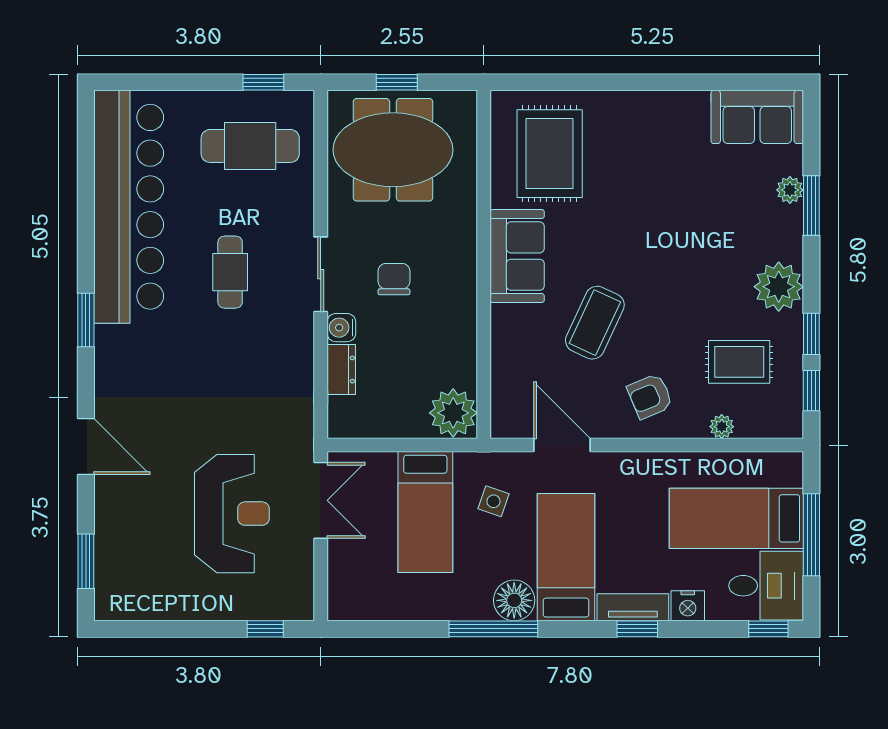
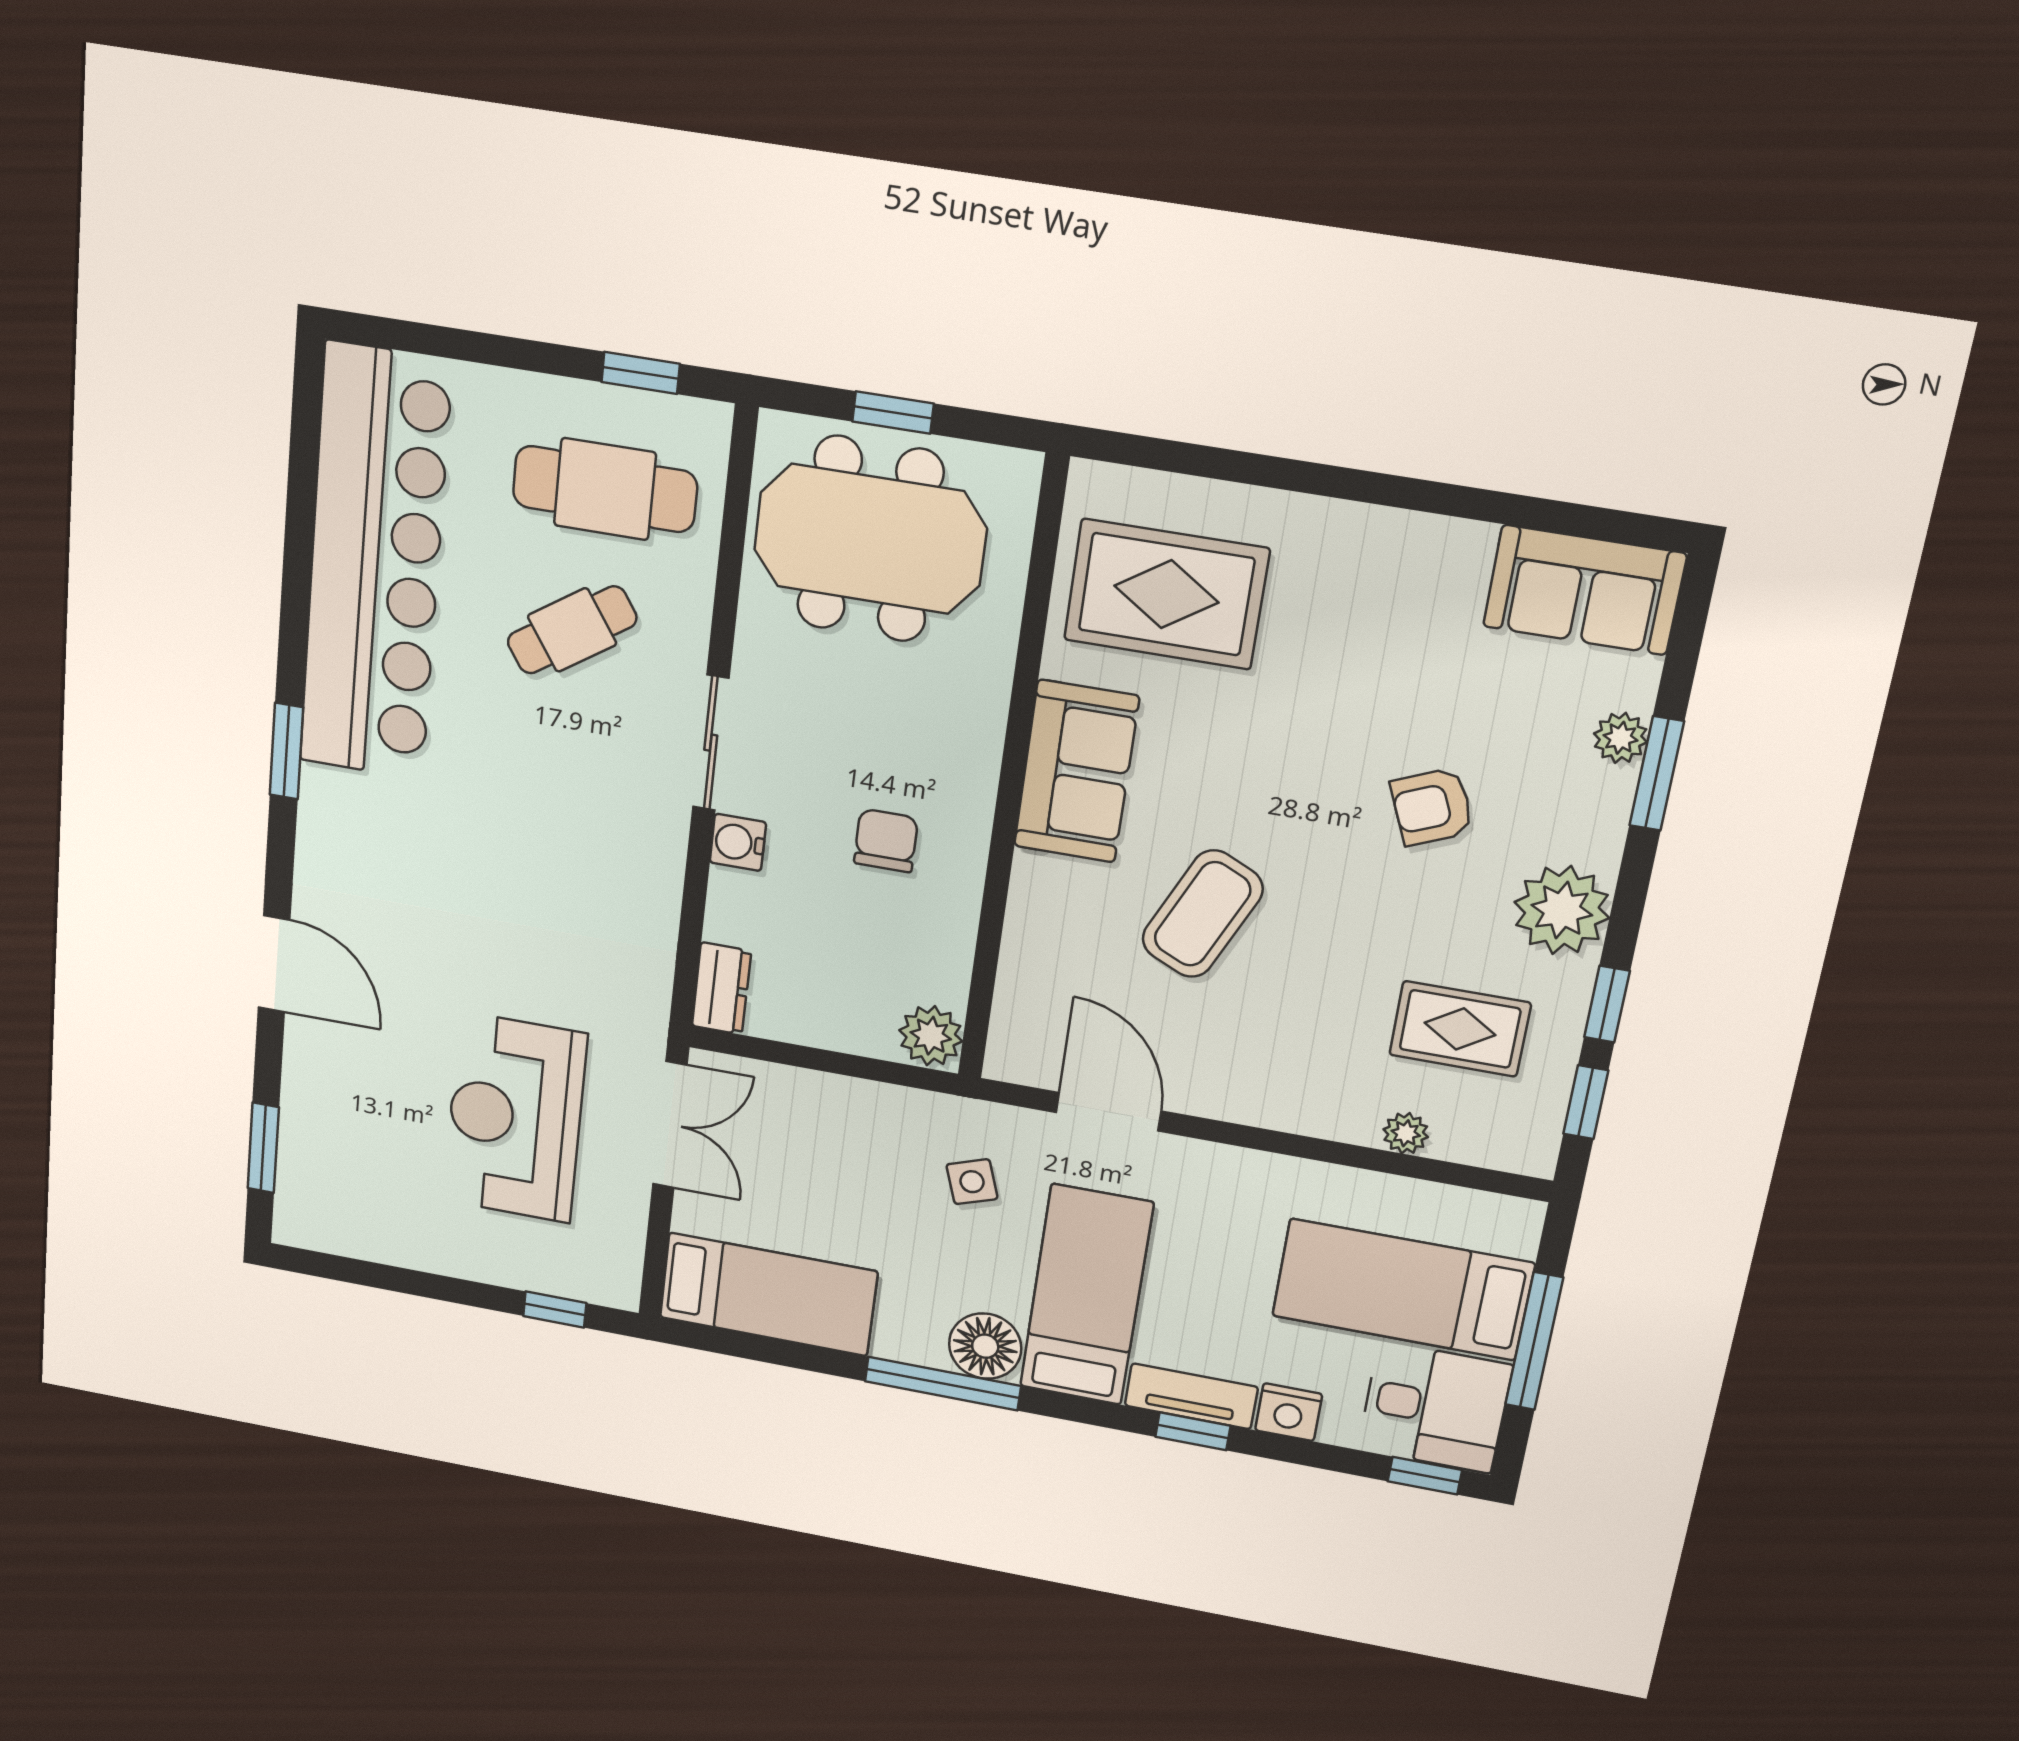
rug: (550, 154) -> (1166, 594), turned 90
cafe table: (230, 272) -> (572, 630), moved, turned 56
chair: (394, 279) -> (886, 841), moved
dresser: (341, 370) -> (721, 989), moved
armchair: (650, 396) -> (1432, 807), moved
plant: (453, 413) -> (931, 1036), width x0.73, depth x0.73
side table: (493, 501) -> (972, 1182), turned -38
bed: (425, 512) -> (768, 1294), moved, turned -90
reception desk: (232, 514) -> (515, 1118), turned 180

